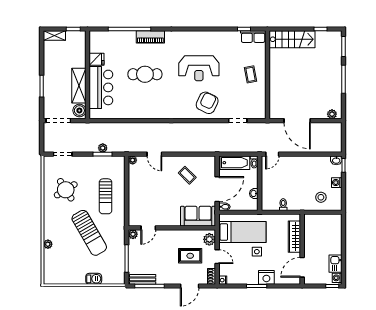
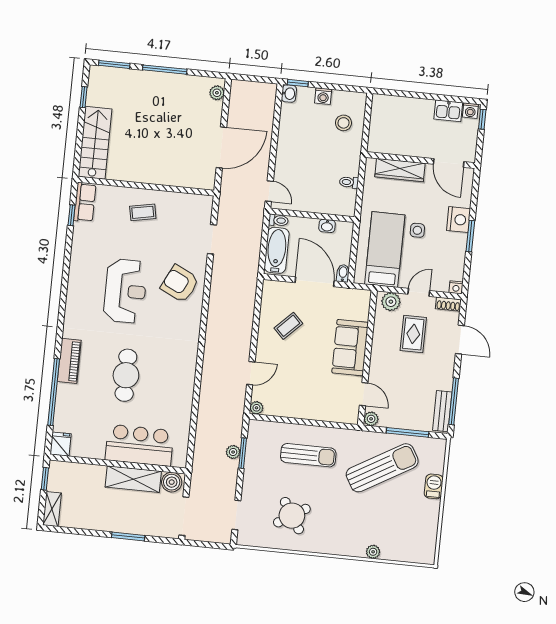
fridge: (97, 59) -> (61, 444), moved
sofa: (198, 216) -> (350, 348), moved
sun lounger: (89, 233) -> (382, 468), moved

